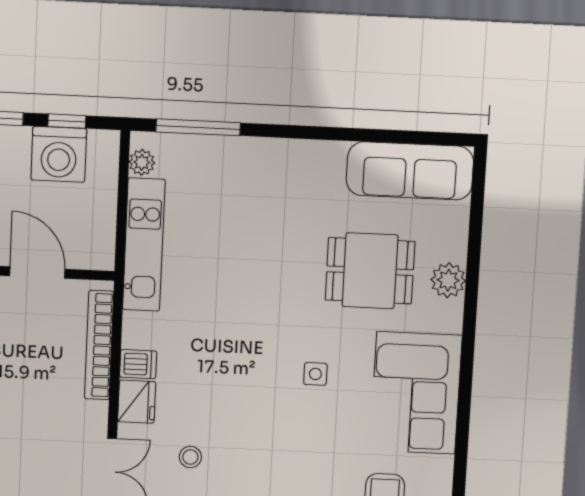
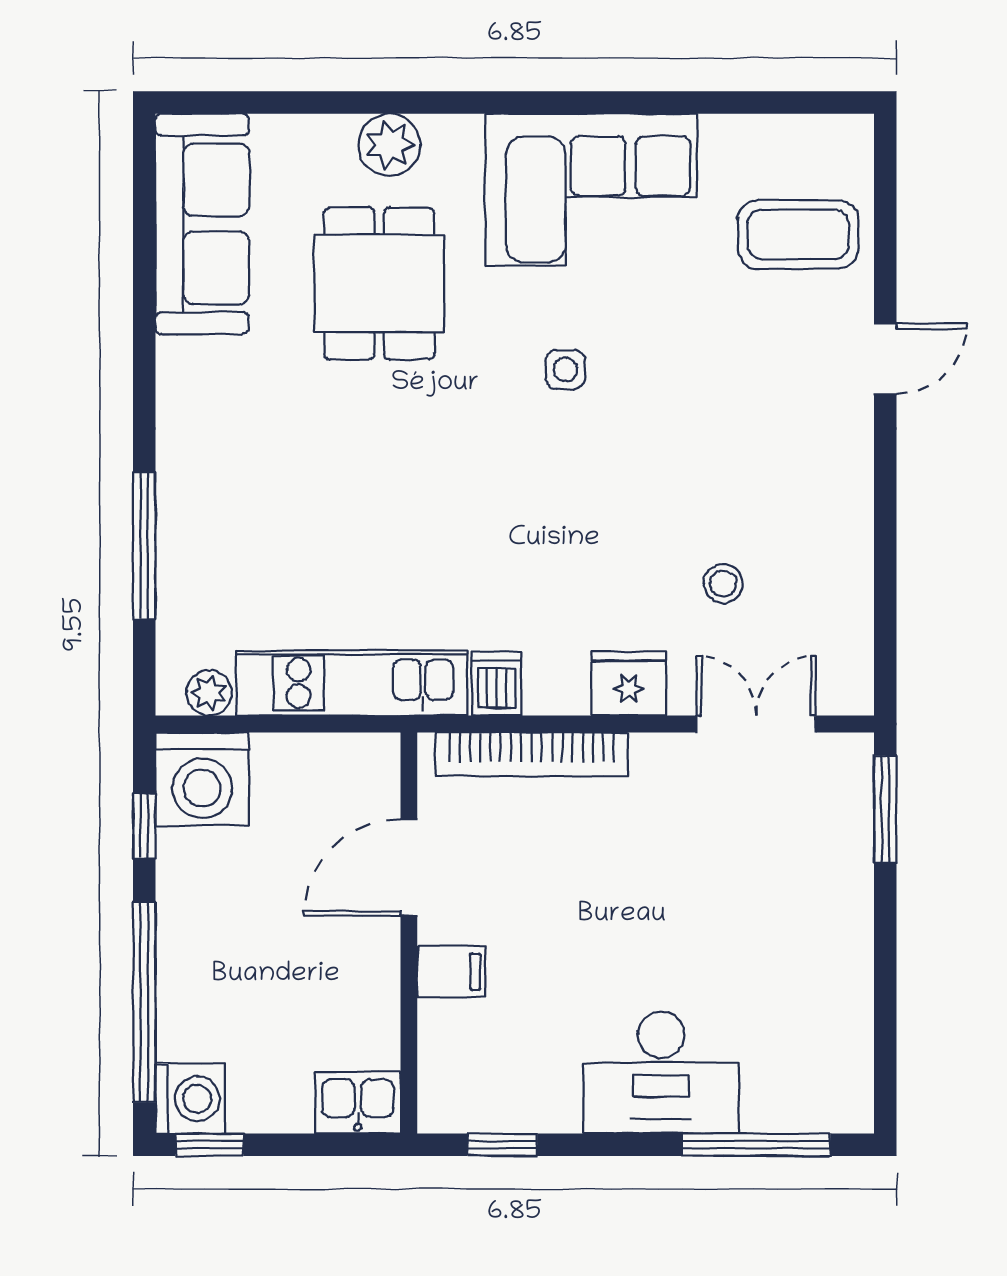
window: (198, 127) -> (144, 546), moved
washing machine: (59, 154) -> (202, 779), moved, turned 90
dishwasher: (138, 364) -> (496, 684), moved

